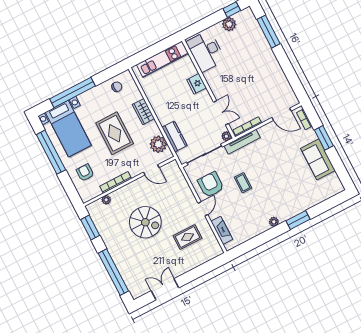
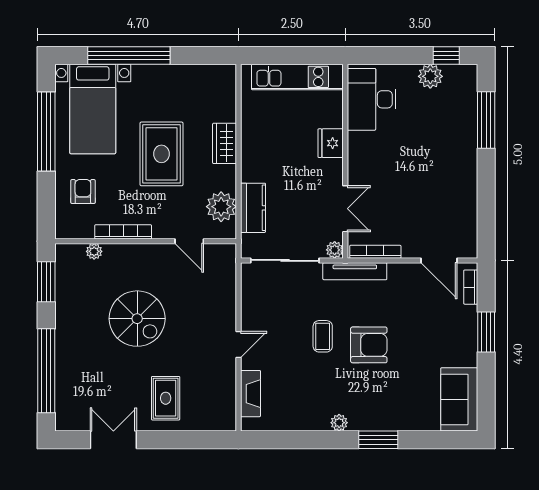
chair: (117, 87) -> (203, 83), removed
sofa: (318, 159) -> (459, 399), moved
armchair: (211, 185) -> (369, 345), moved, turned 90
rug: (187, 237) -> (166, 398), moved, turned 90

